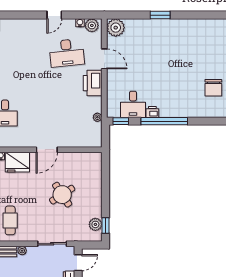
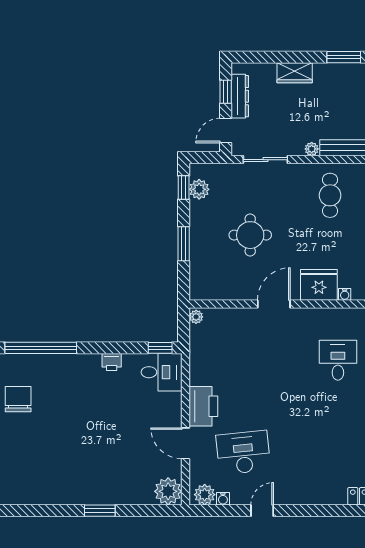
desk: (133, 104) -> (161, 372), moved, turned 90
plant: (97, 117) -> (196, 317), moved
window: (164, 121) -> (41, 348), moved
window: (106, 189) -> (184, 244), added
round table: (62, 195) -> (250, 235), turned 33

